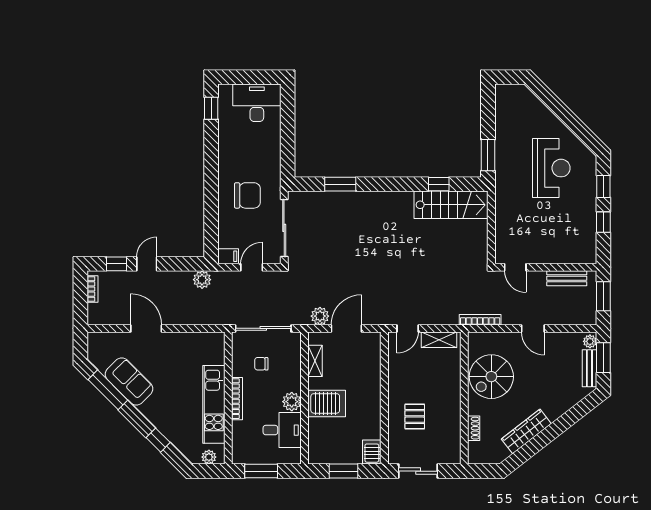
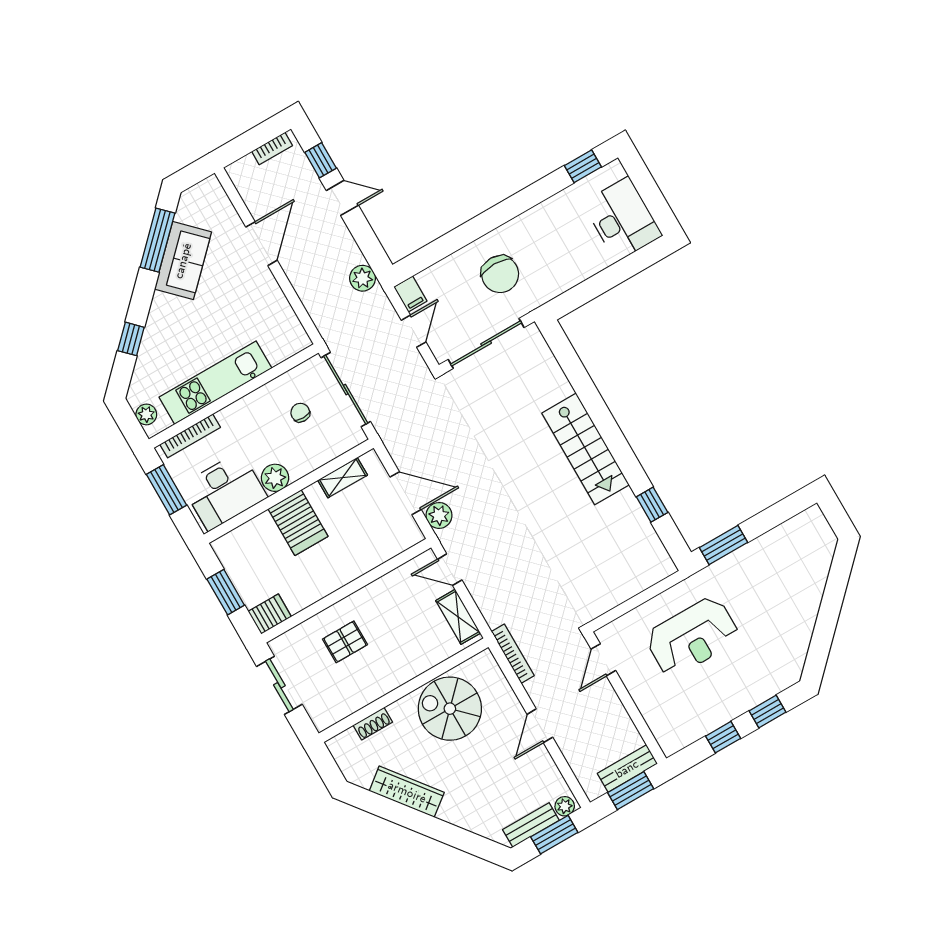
reception desk: (551, 168) -> (692, 637), moved
window: (340, 184) -> (581, 382), removed
stairs: (451, 205) -> (586, 449), moved
door: (252, 267) -> (414, 331), hinge flipped
bench: (567, 278) -> (627, 769), moved, turned 90
plant: (320, 316) -> (439, 515), moved
bookcase: (237, 399) -> (190, 436), moved
desk: (282, 430) -> (225, 491), width x1.37

